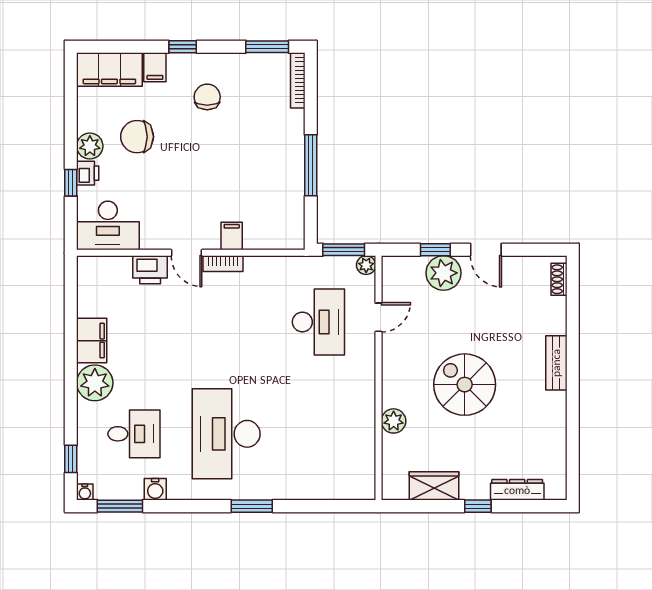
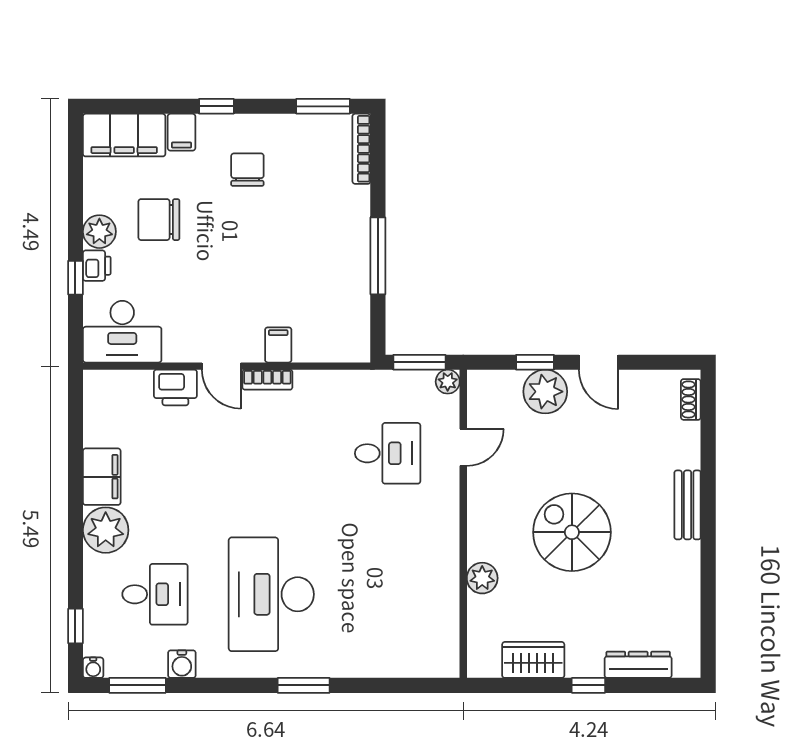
desk: (318, 322) -> (388, 453), width x0.73

